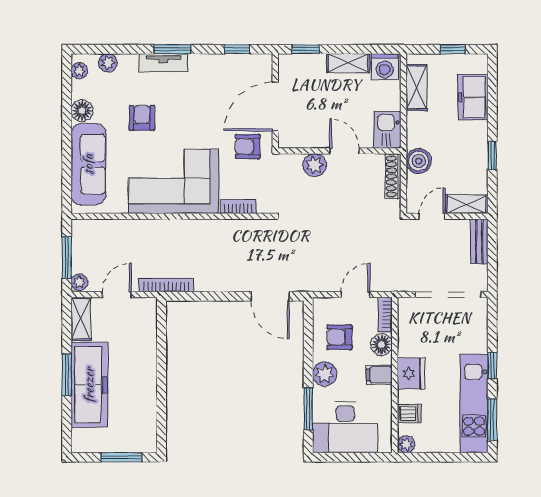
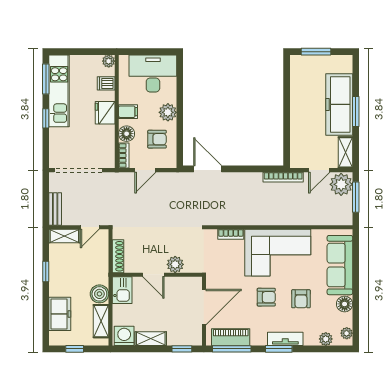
window: (237, 49) -> (232, 349), width x2.17
piano: (238, 65) -> (231, 337), added
armchair: (248, 146) -> (266, 297), moved
boiler: (419, 161) -> (99, 294), moved
plant: (79, 282) -> (341, 184), width x1.87, depth x1.87
window: (308, 409) -> (180, 87), removed

